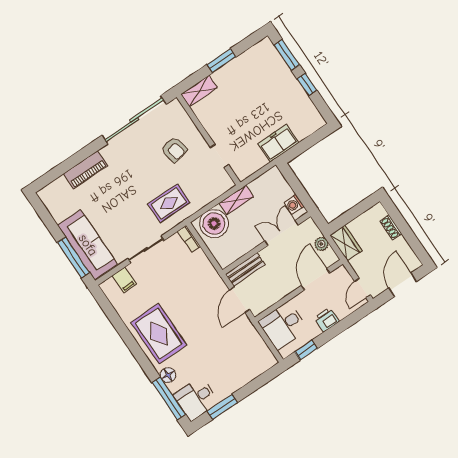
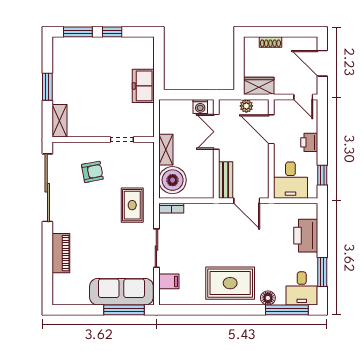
printer: (244, 371) -> (306, 236), added

